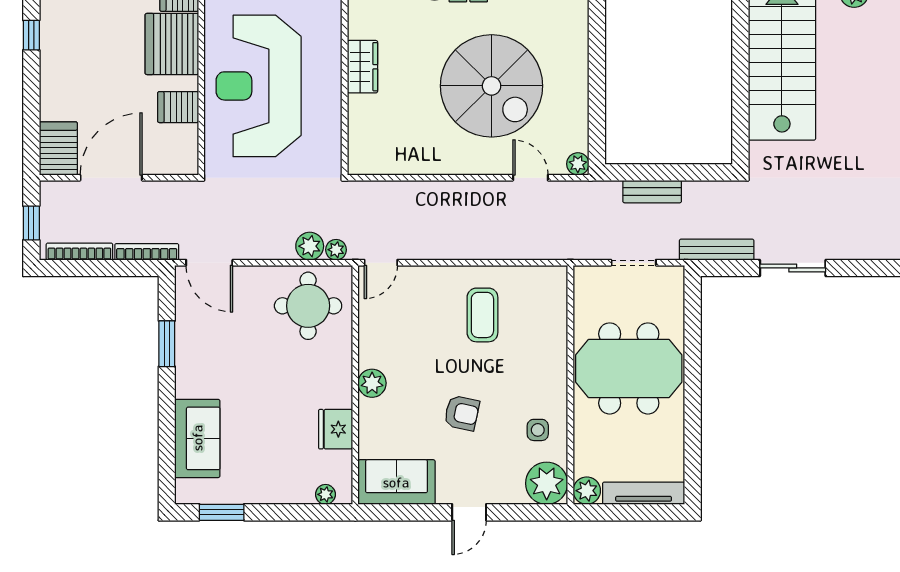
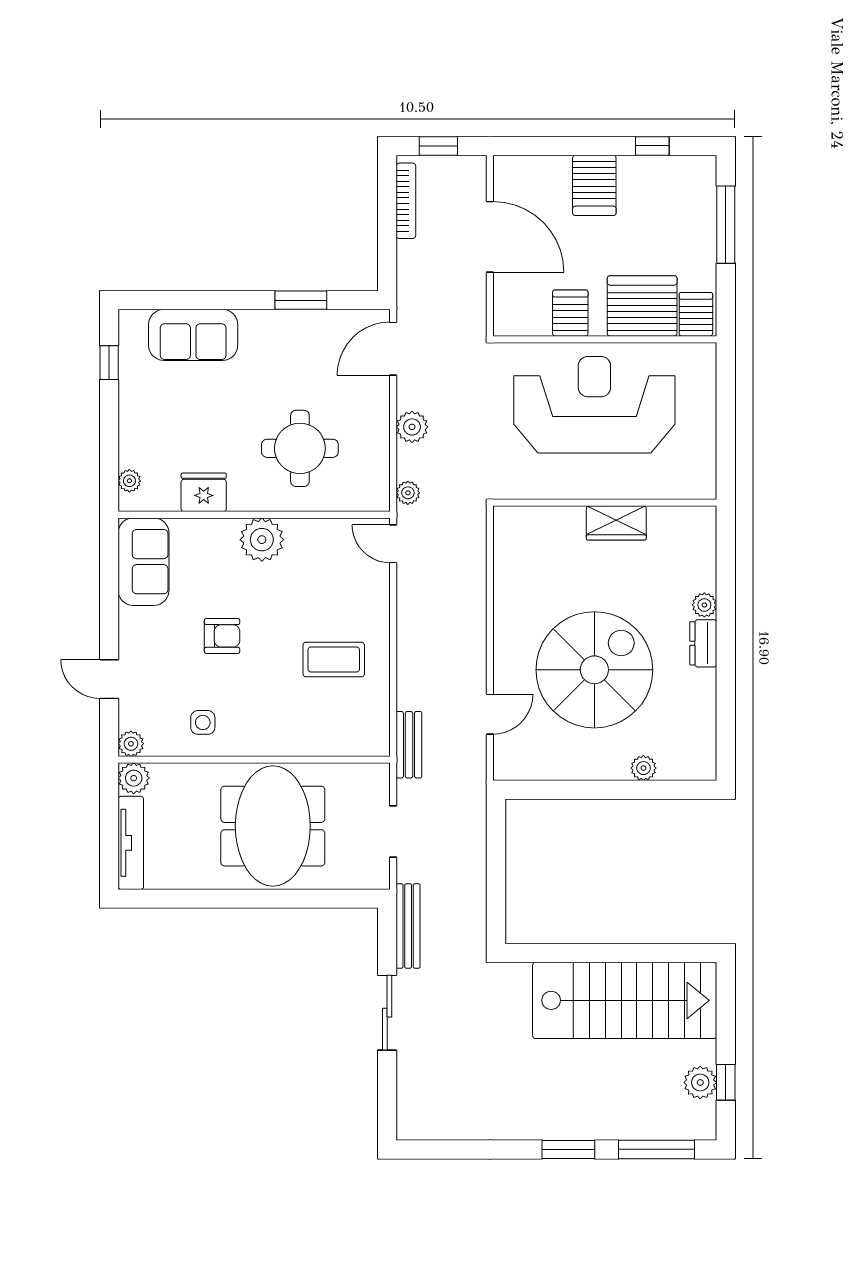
spiral stairs: (492, 86) -> (594, 670), turned 180
server rack: (58, 148) -> (594, 185), moved, turned 90
plant: (578, 164) -> (643, 768), moved
bench: (652, 192) -> (409, 745), moved
plant: (310, 246) -> (412, 427), moved
bookcase: (147, 252) -> (406, 277), removed
round table: (308, 306) -> (300, 448), moved
plant: (372, 383) -> (262, 540), width x1.36, depth x1.36
armchair: (462, 413) -> (222, 636), turned -102
plant: (547, 483) -> (131, 744), width x0.53, depth x0.53
window: (222, 512) -> (109, 363), width x0.67
door: (469, 512) -> (109, 679), moved

